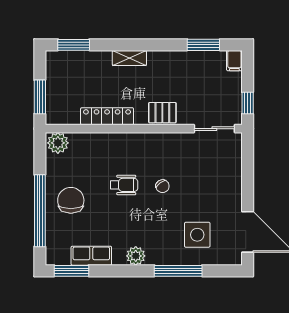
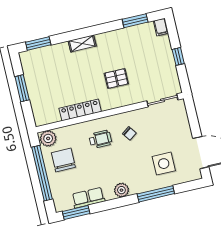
locker: (107, 116) -> (80, 110), moved
wall: (144, 129) -> (110, 113), moved
sliding door: (214, 129) -> (162, 100), moved
plant: (58, 143) -> (48, 138), moved

